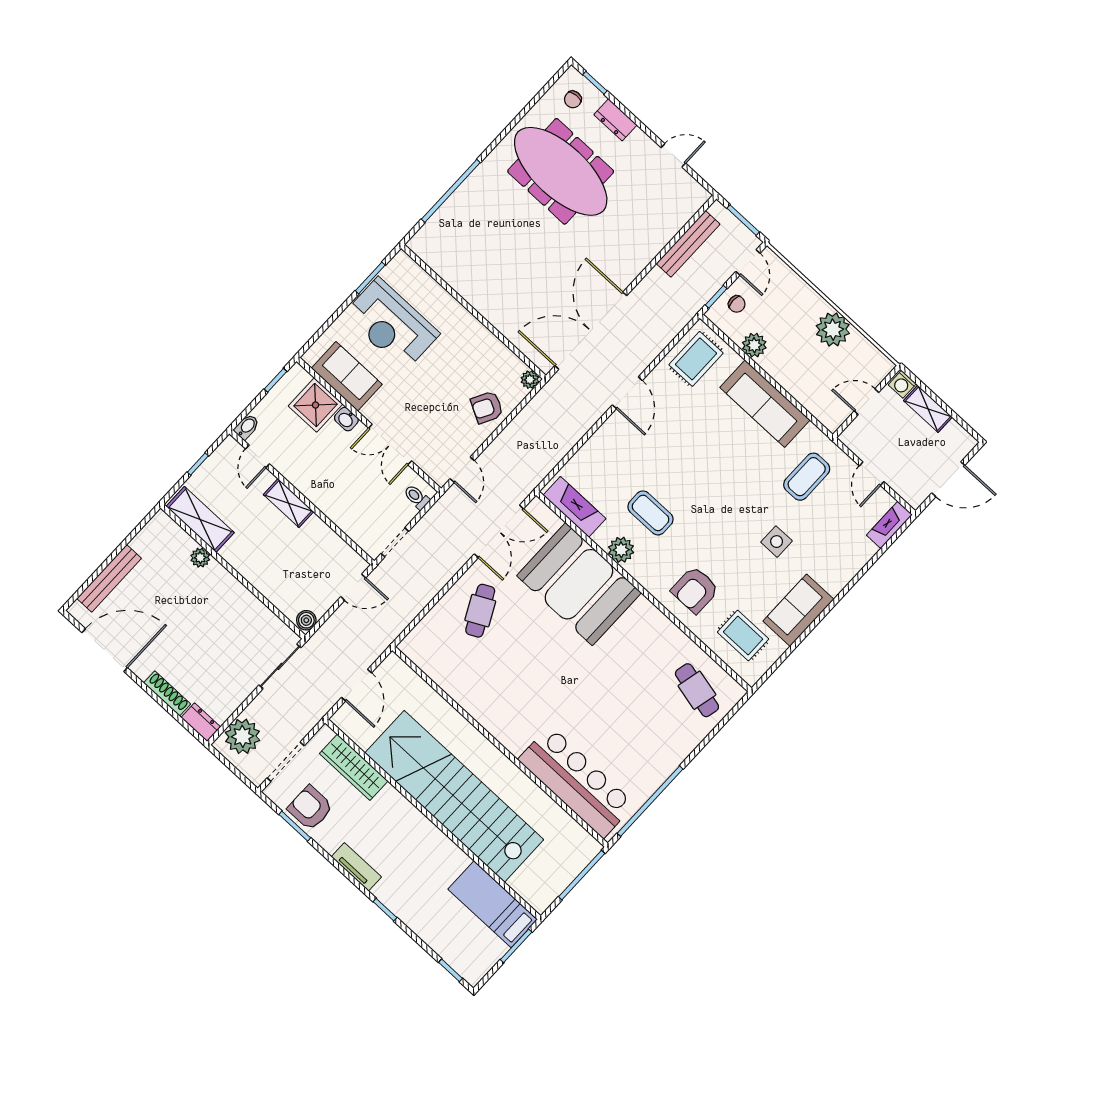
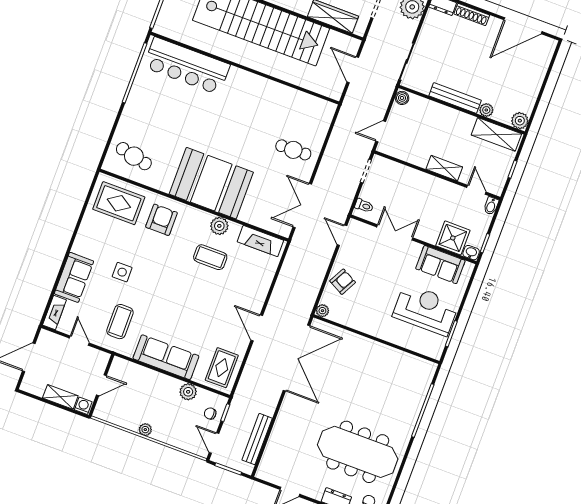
plant: (833, 330) -> (145, 430), width x0.53, depth x0.53
washbasin: (346, 419) -> (471, 253), moved
plant: (161, 525) -> (520, 121), added
bench: (109, 578) -> (455, 98), moved, turned 90
booth: (579, 584) -> (211, 183), moved
sofa: (798, 610) -> (74, 277), moved
cafe table: (480, 611) -> (293, 150), turned -64
rug: (743, 636) -> (119, 203), width x1.36, depth x1.43

